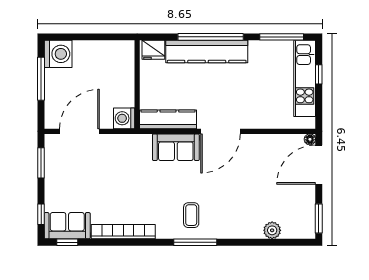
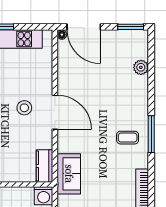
stool: (225, 96) -> (24, 108), added
kitchen counter: (168, 119) -> (45, 166), width x0.67
sofa: (176, 147) -> (69, 174), moved

